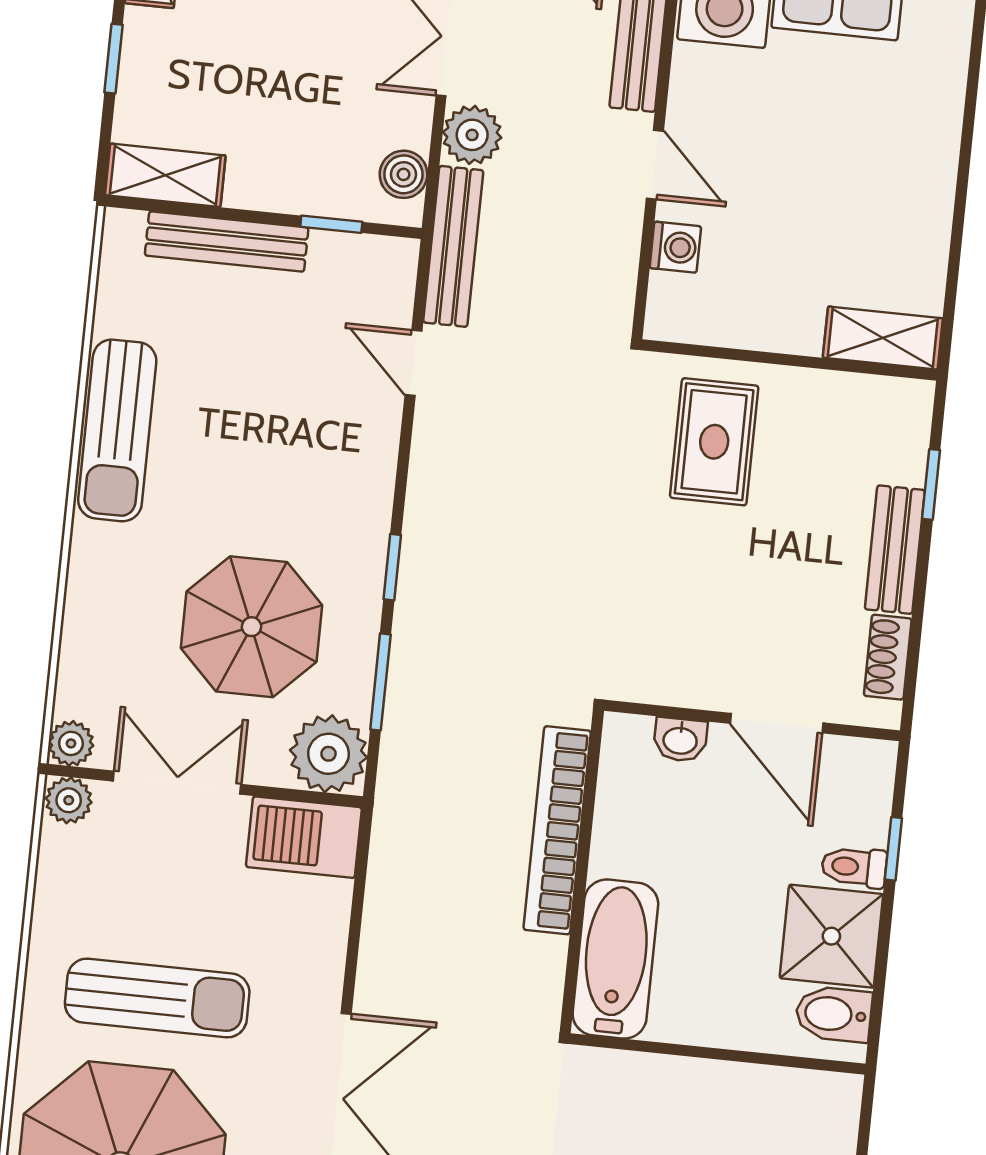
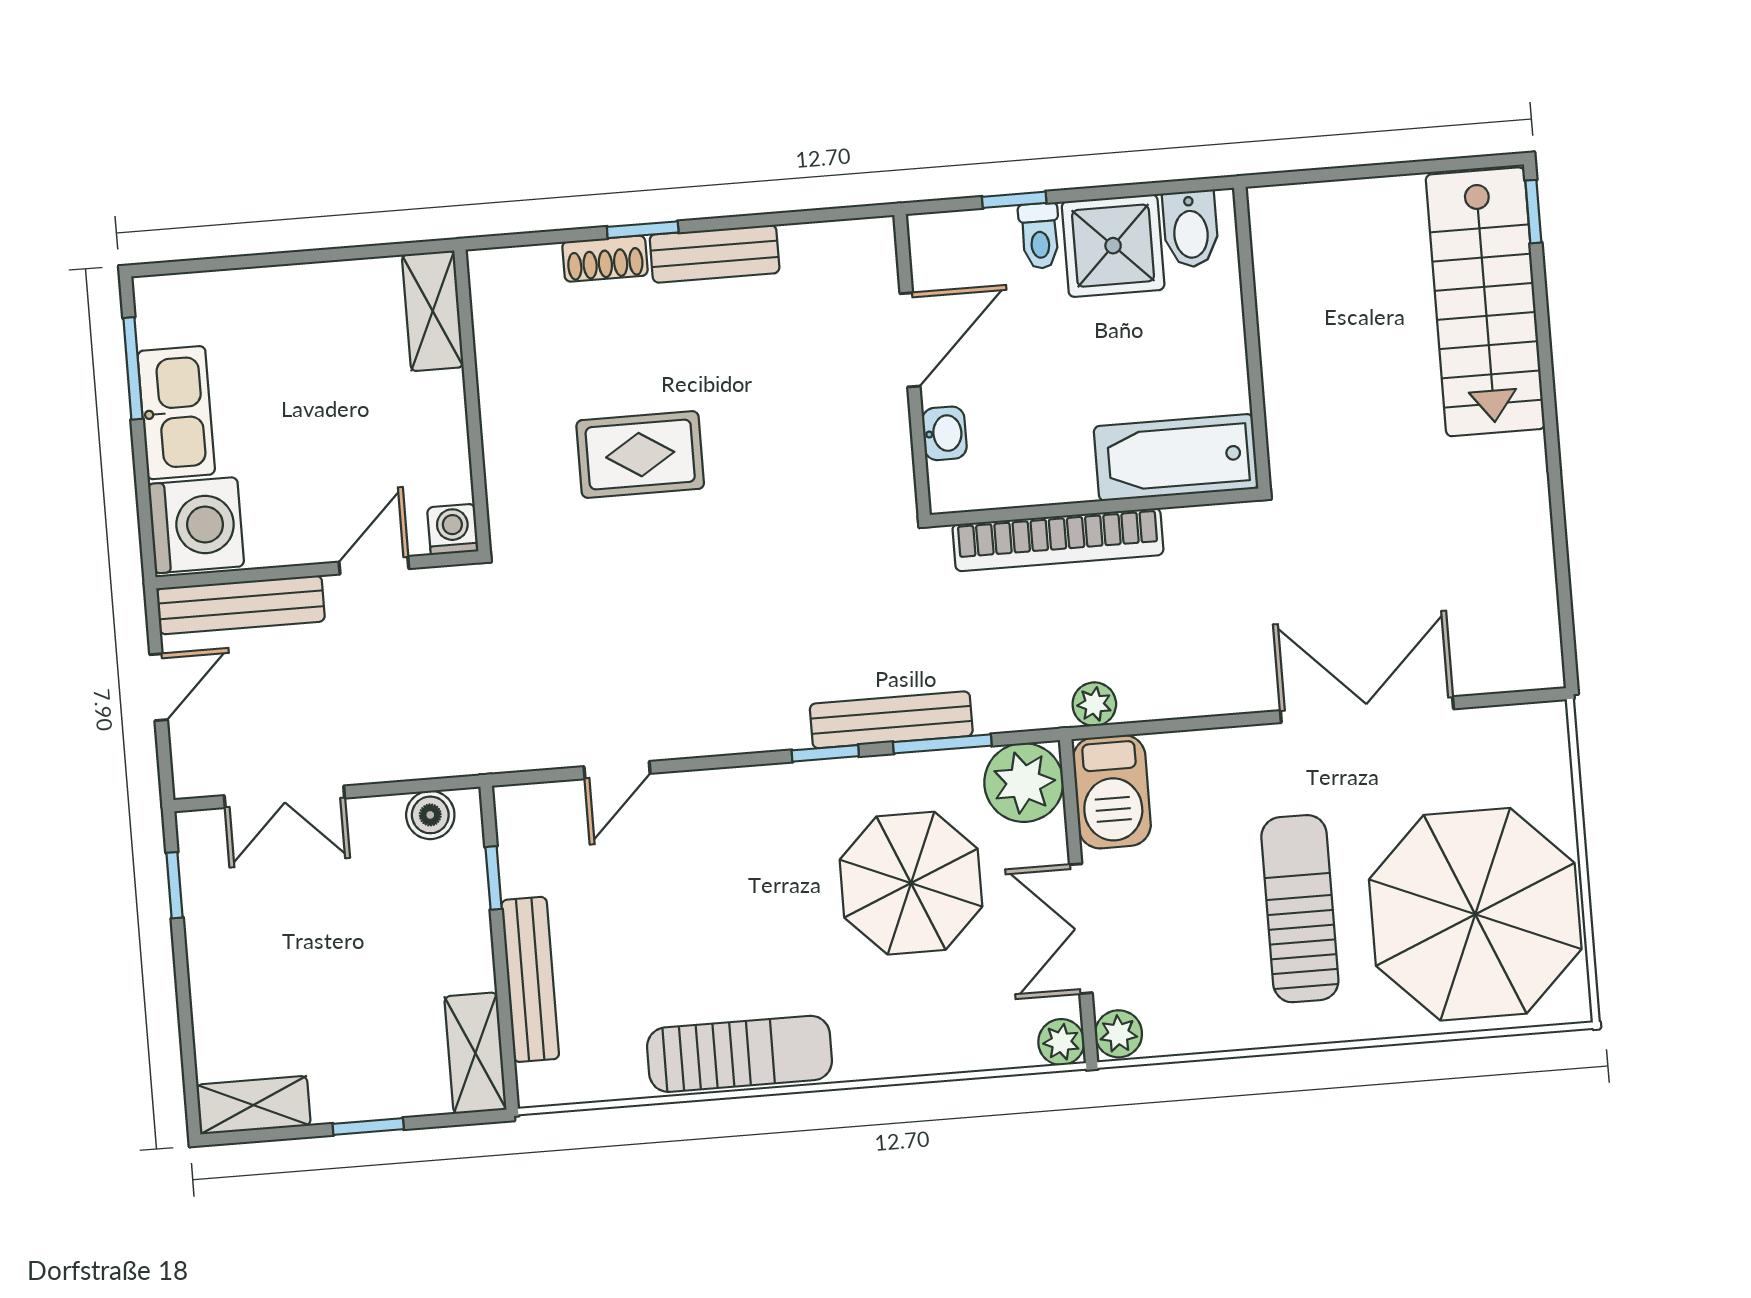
plant: (472, 135) -> (1094, 704), moved, width x0.73, depth x0.73
bench: (453, 246) -> (891, 720), moved
shelving: (883, 338) -> (433, 311), moved
wall: (789, 360) -> (472, 400), moved
shoe rack: (888, 657) -> (605, 259), moved

